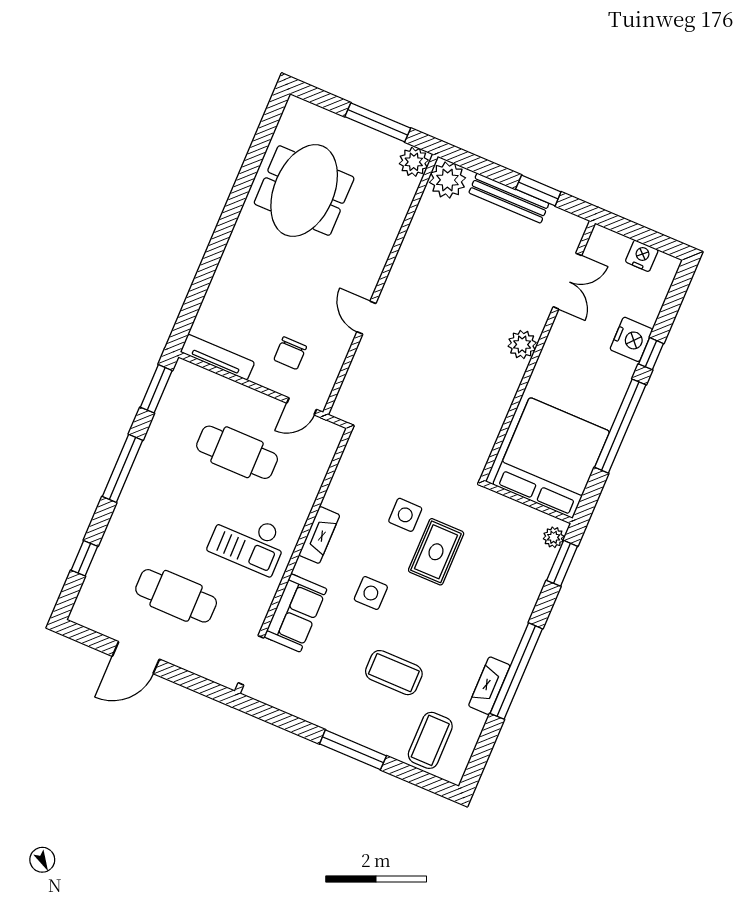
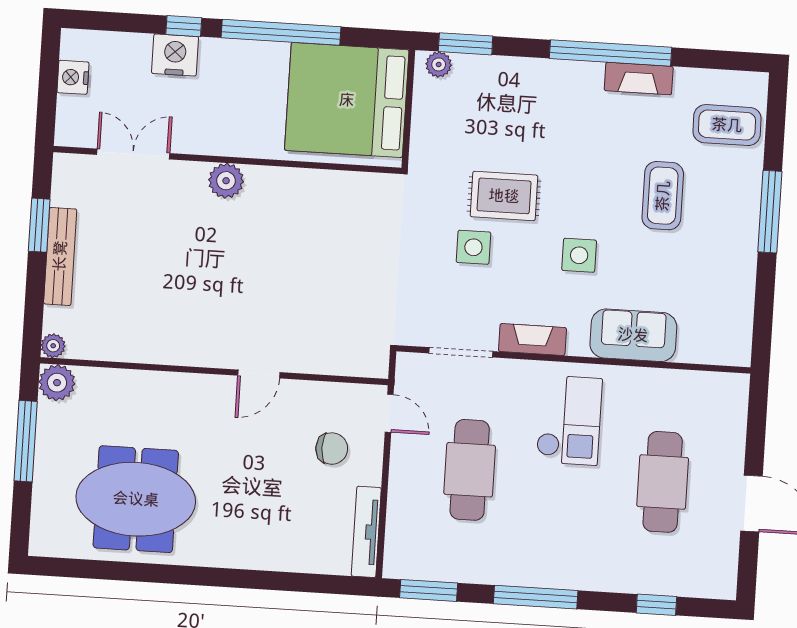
plant: (447, 180) -> (53, 346), width x0.53, depth x0.53
doorway: (251, 660) -> (461, 352), moved

